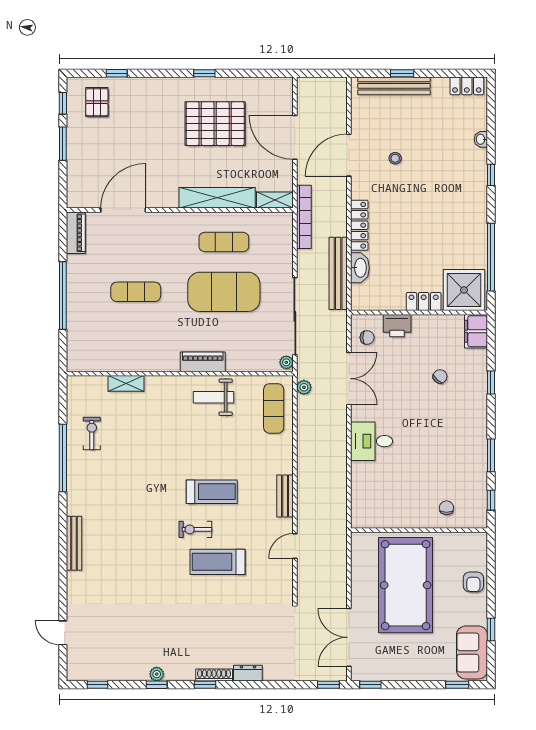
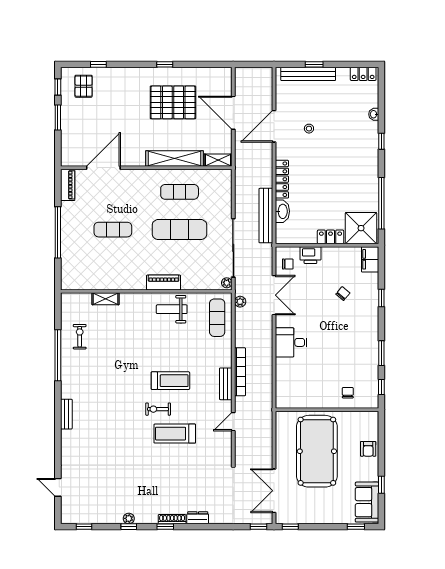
bookcase: (304, 217) -> (240, 372), moved
exercise mat: (224, 292) -> (180, 230), width x0.68
bench: (74, 543) -> (66, 414), width x0.73

